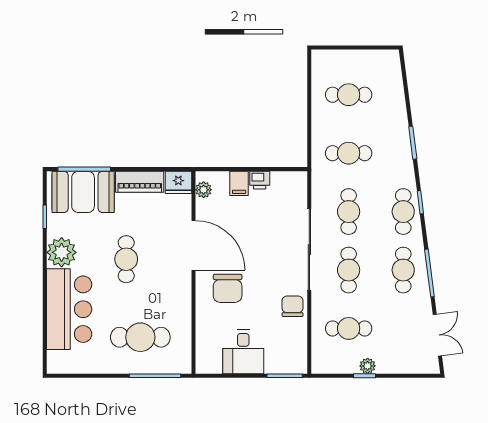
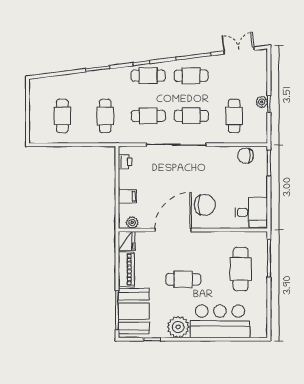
printer: (260, 180) -> (125, 162), moved
chair: (293, 306) -> (246, 156), moved
desk: (243, 352) -> (251, 212), moved

